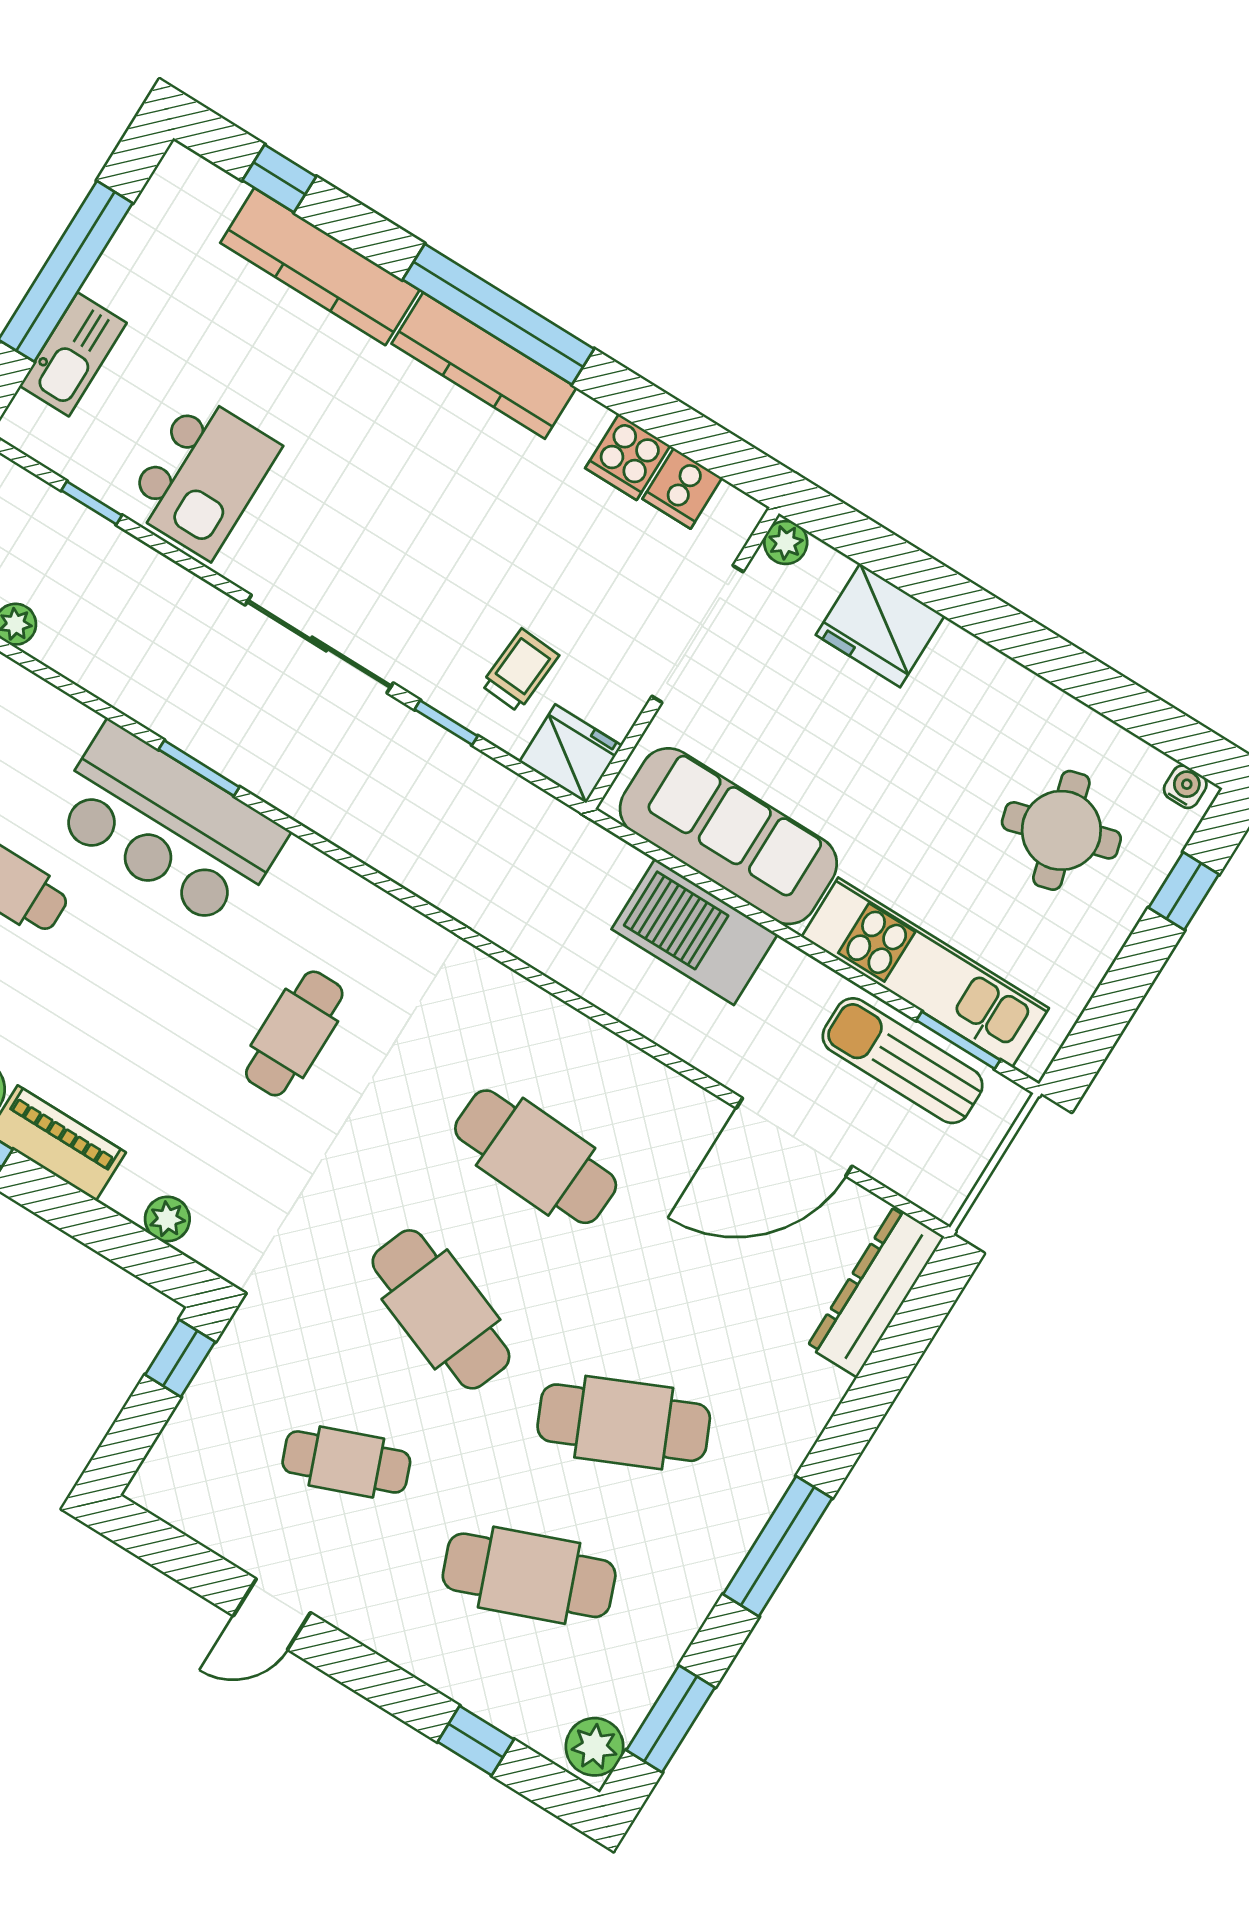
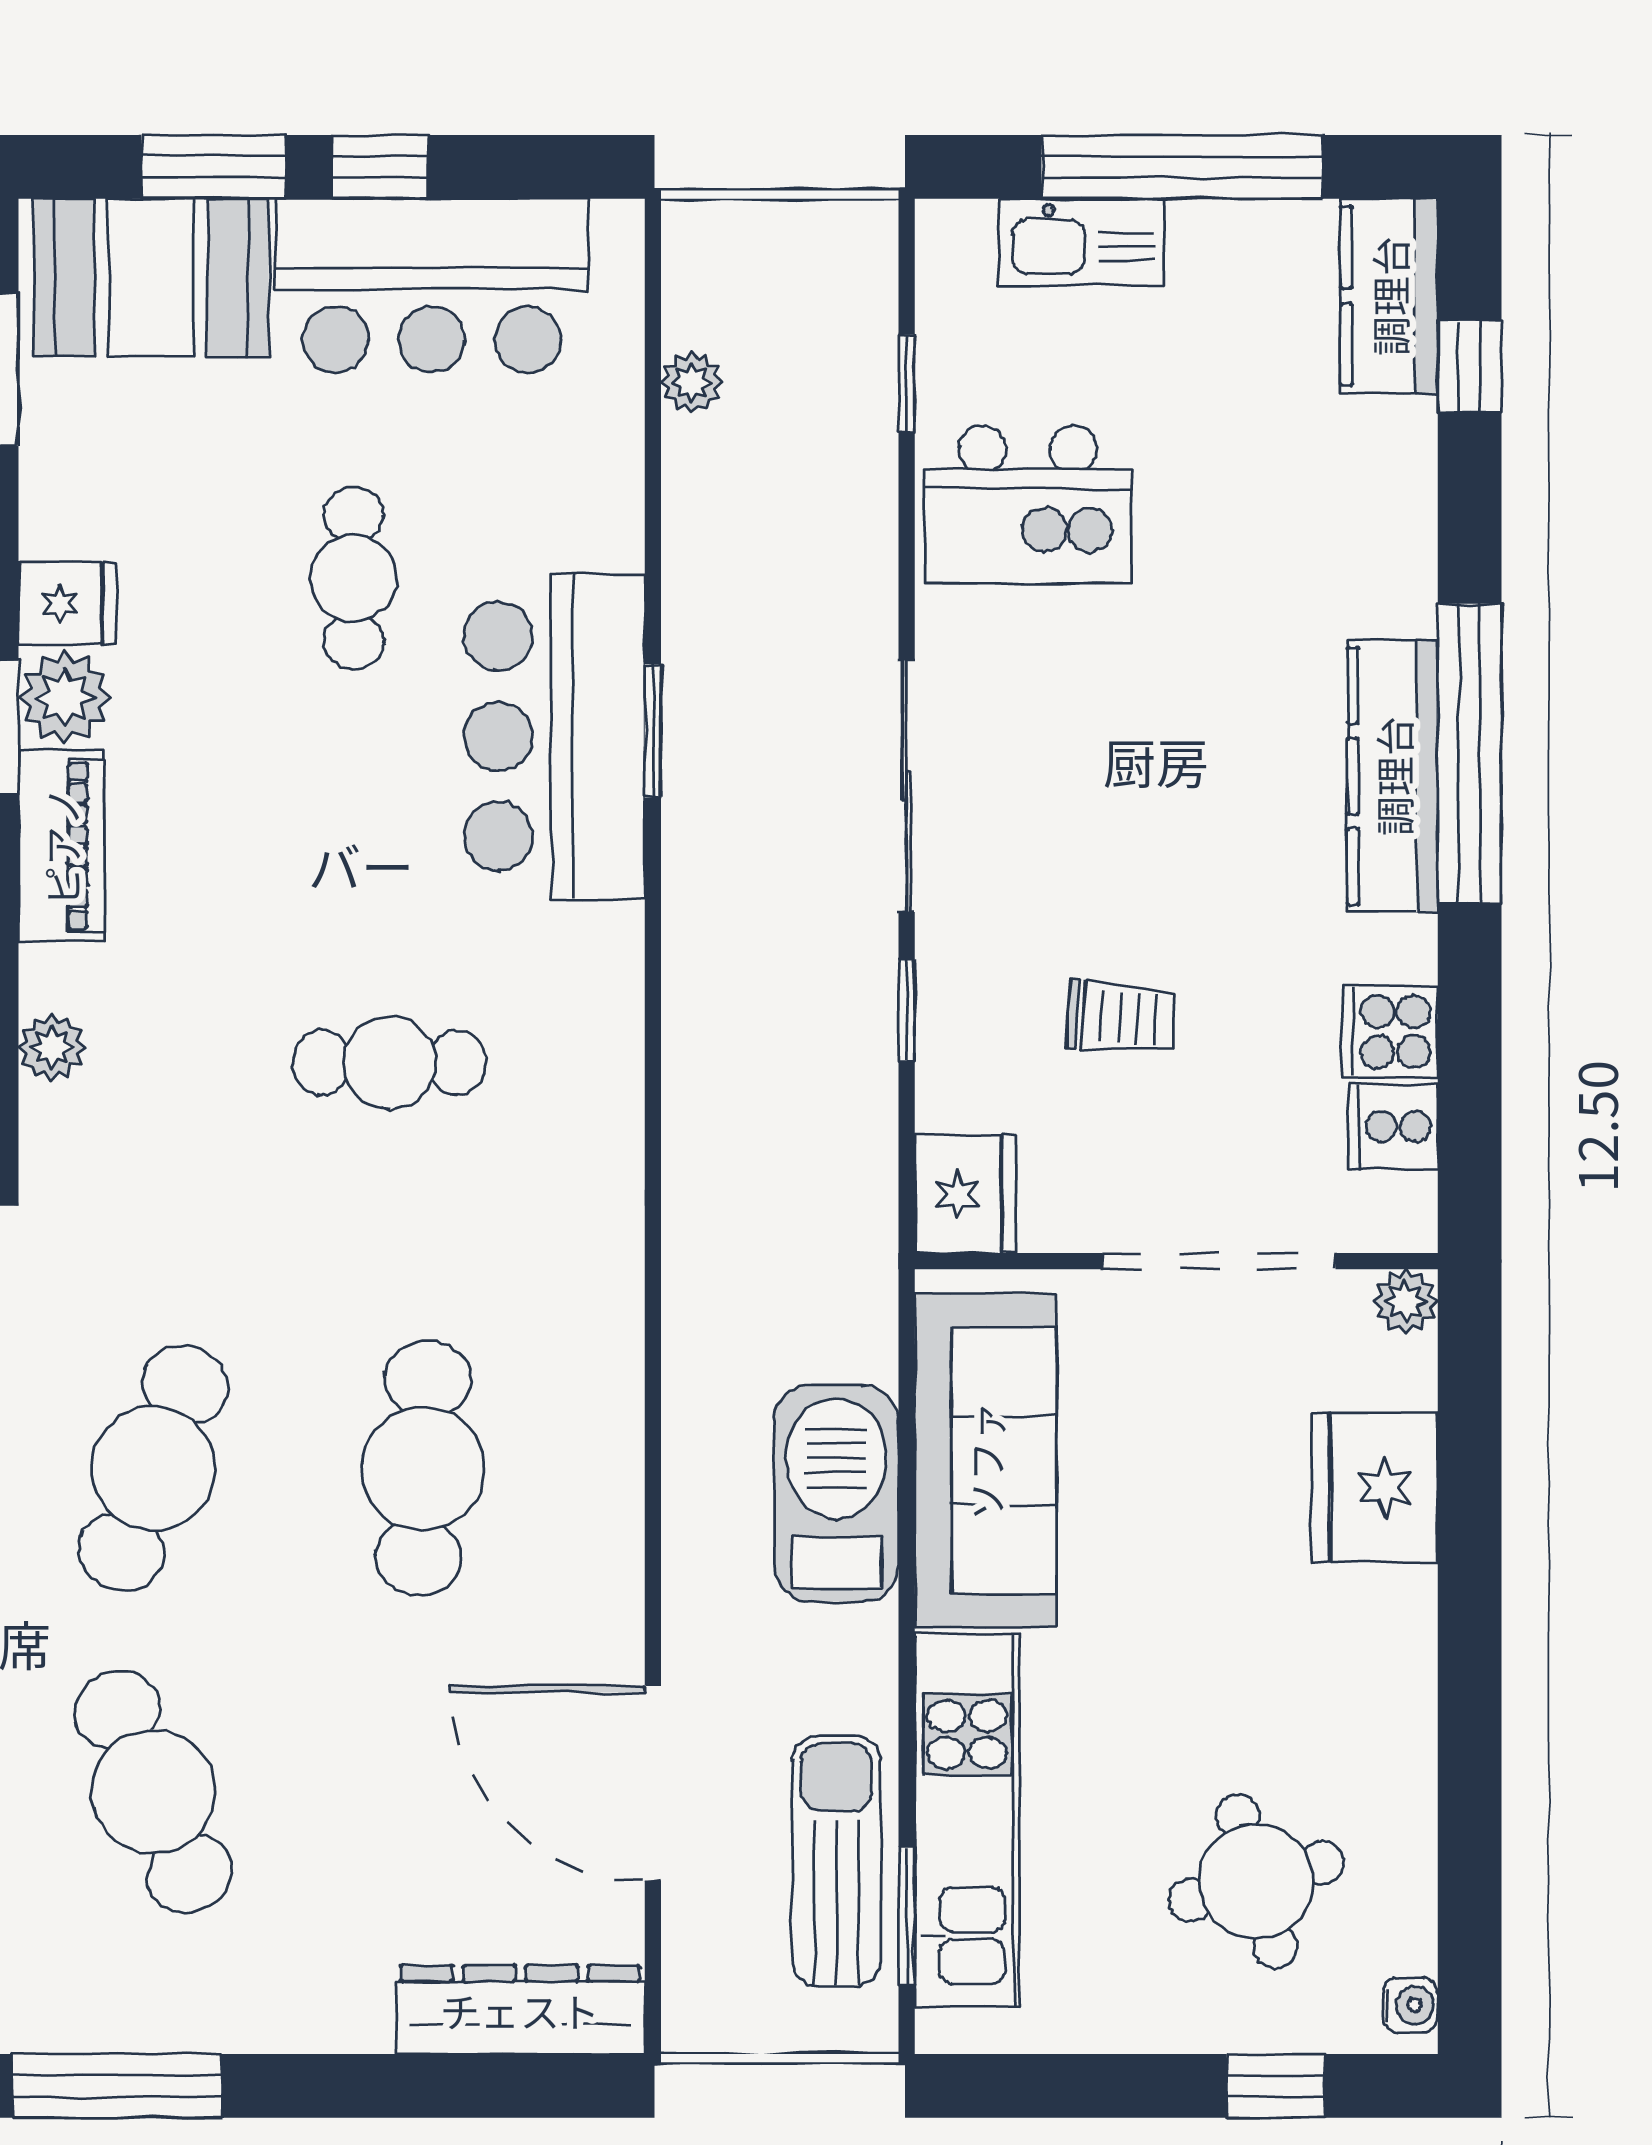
kitchen counter: (320, 267) -> (1389, 296), moved, width x0.67
trolley: (520, 670) -> (1121, 1017), moved

